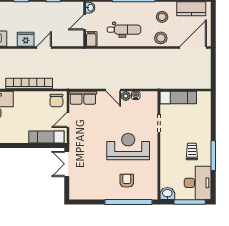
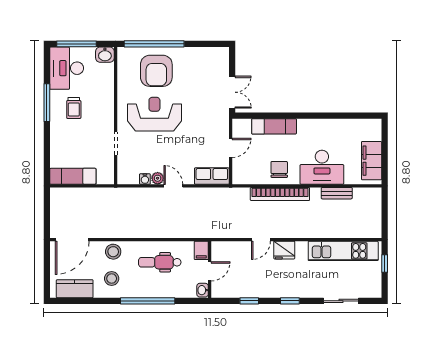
exam couch: (178, 98) -> (73, 176), moved
chair: (56, 100) -> (279, 169), moved
exam couch: (46, 137) -> (274, 126), moved
reception desk: (128, 147) -> (154, 114), turned 180
armchair: (127, 181) -> (156, 71), width x1.88, depth x1.88

